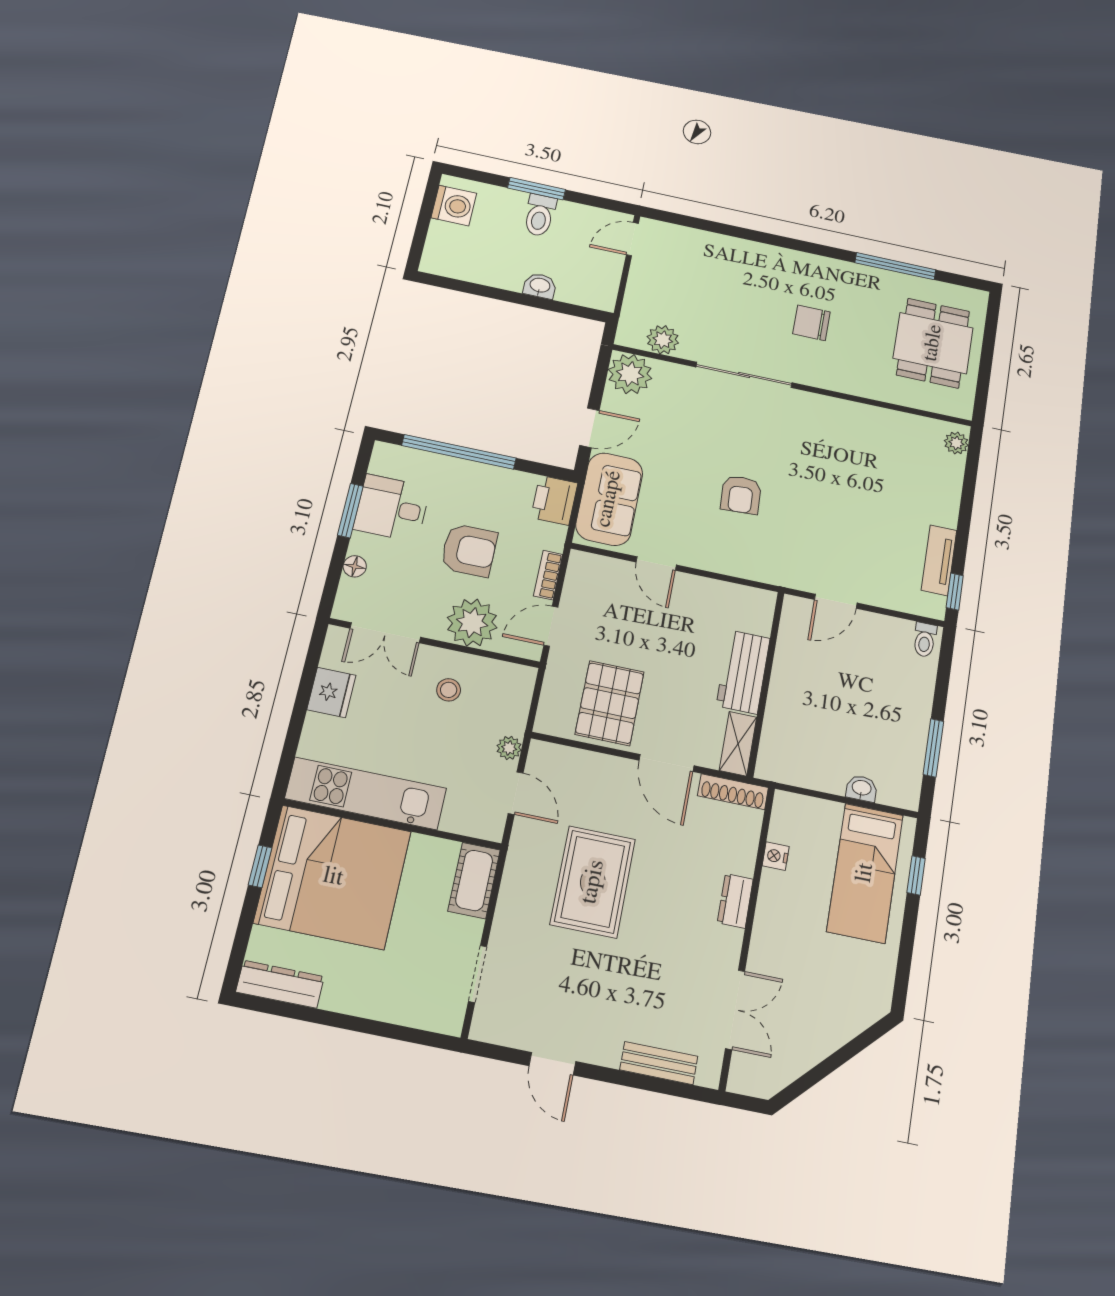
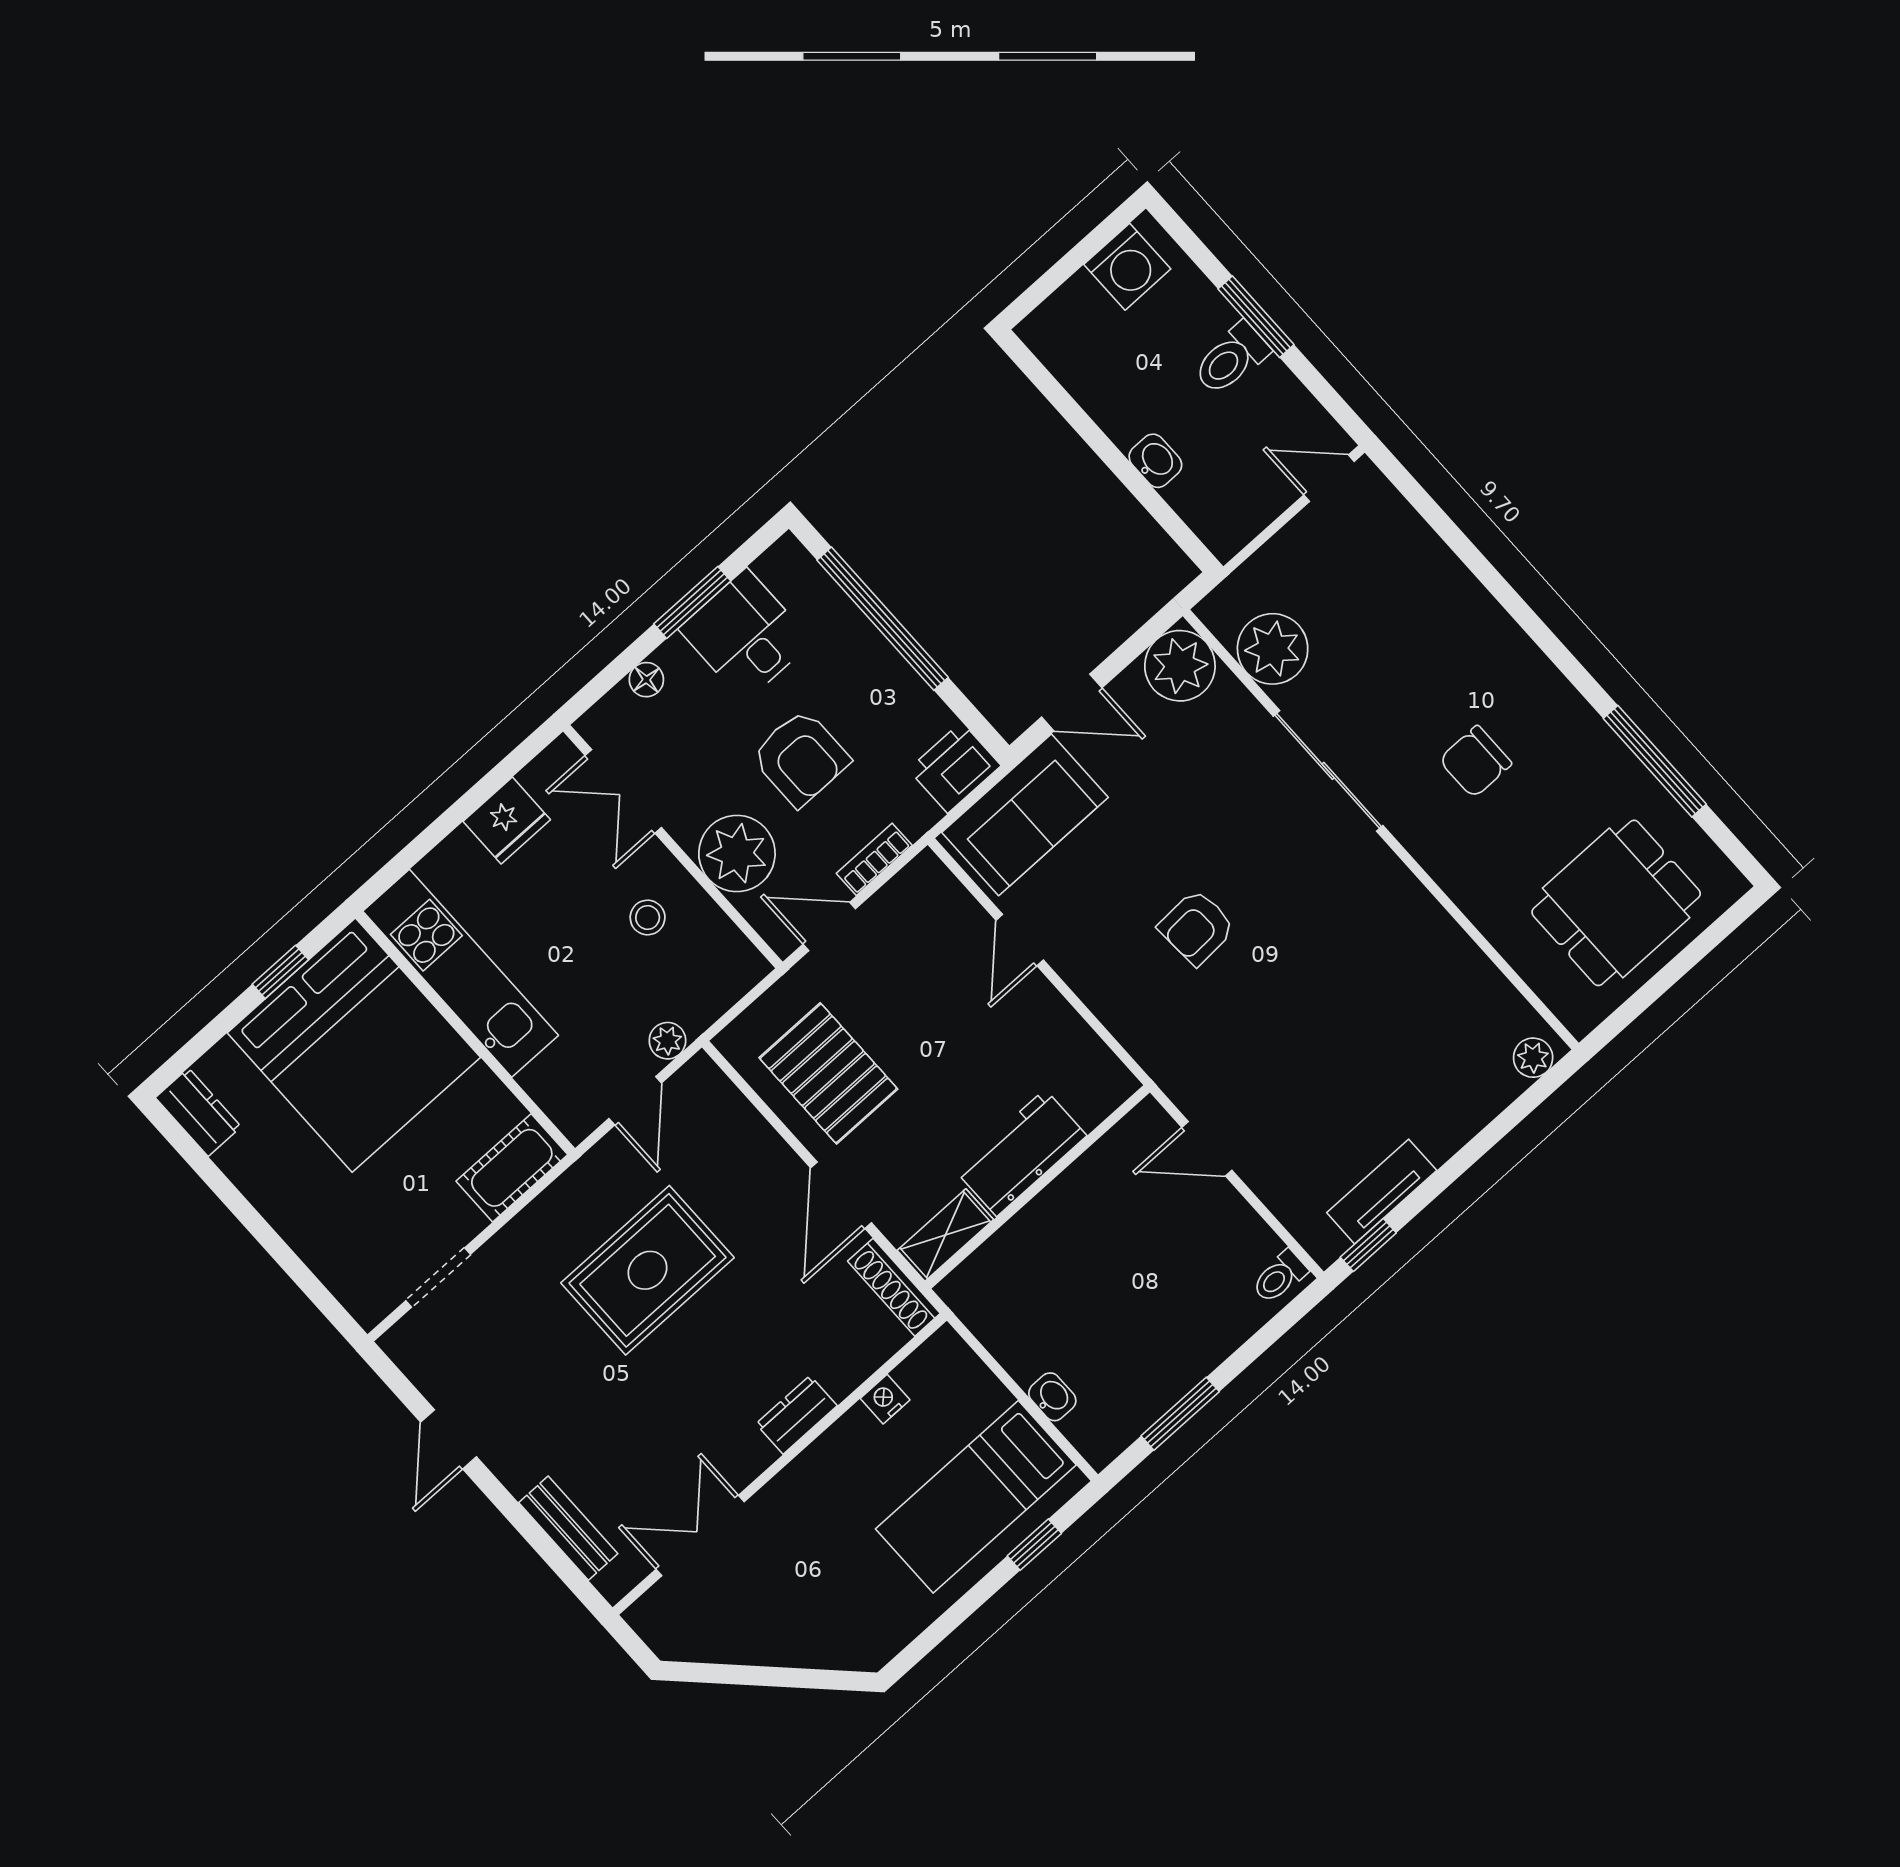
chair: (811, 323) -> (1475, 762), turned -90
plant: (663, 340) -> (1273, 649), width x1.36, depth x1.36
pallet: (610, 703) -> (828, 1073), turned 90
dresser: (280, 984) -> (198, 1112), width x0.70
double door: (735, 1010) -> (700, 1535), swing flipped

